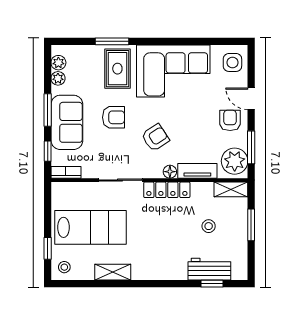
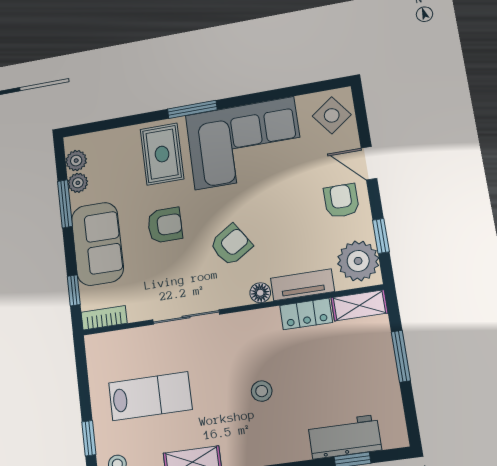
window: (112, 41) -> (192, 109), moved
side table: (232, 62) -> (332, 115), turned -37
window: (48, 110) -> (65, 204), moved
window: (251, 147) -> (381, 236), width x0.67
locker: (167, 190) -> (306, 314), moved, width x0.66
stool: (209, 226) -> (262, 391), moved
lab bench: (91, 227) -> (150, 396), width x0.73, depth x0.72

